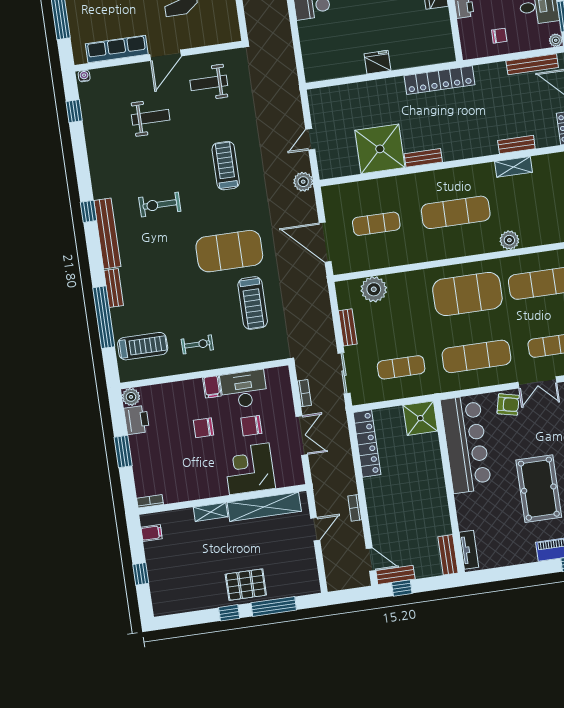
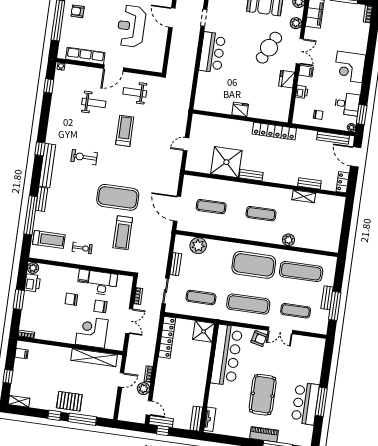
treadmill: (226, 166) -> (125, 131), moved
plant: (303, 182) -> (144, 389), moved
exercise mat: (456, 212) -> (261, 214), width x0.73, depth x0.69
shelving: (211, 512) -> (19, 401), moved

